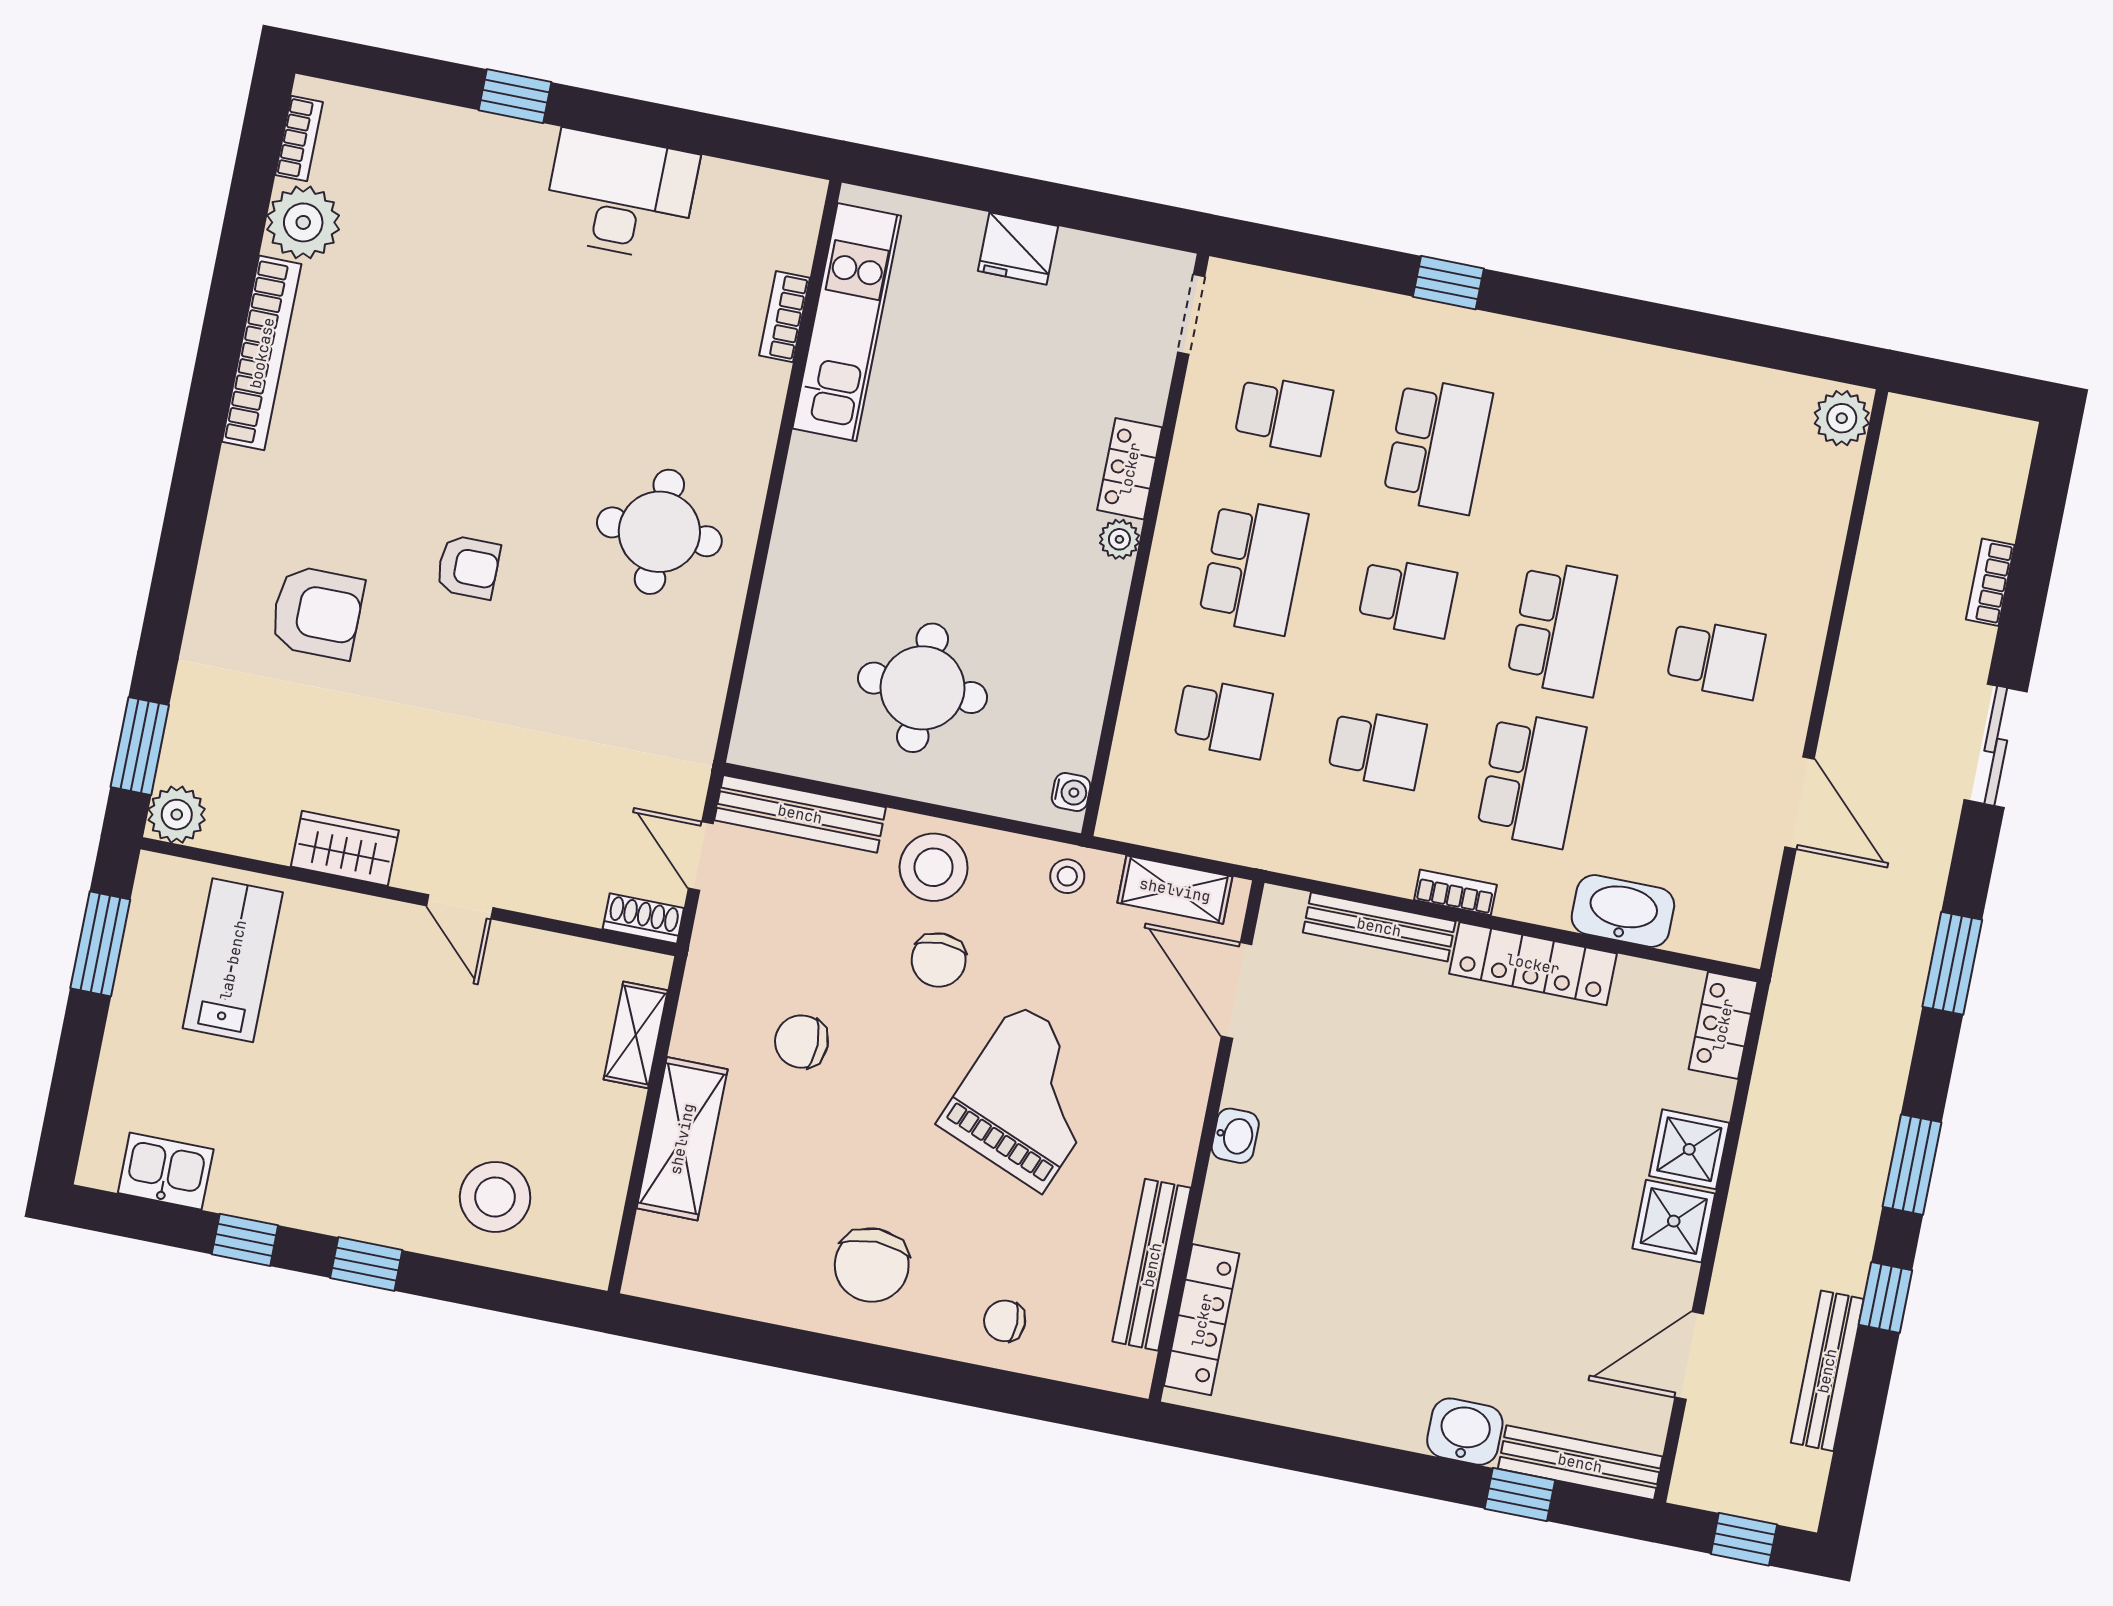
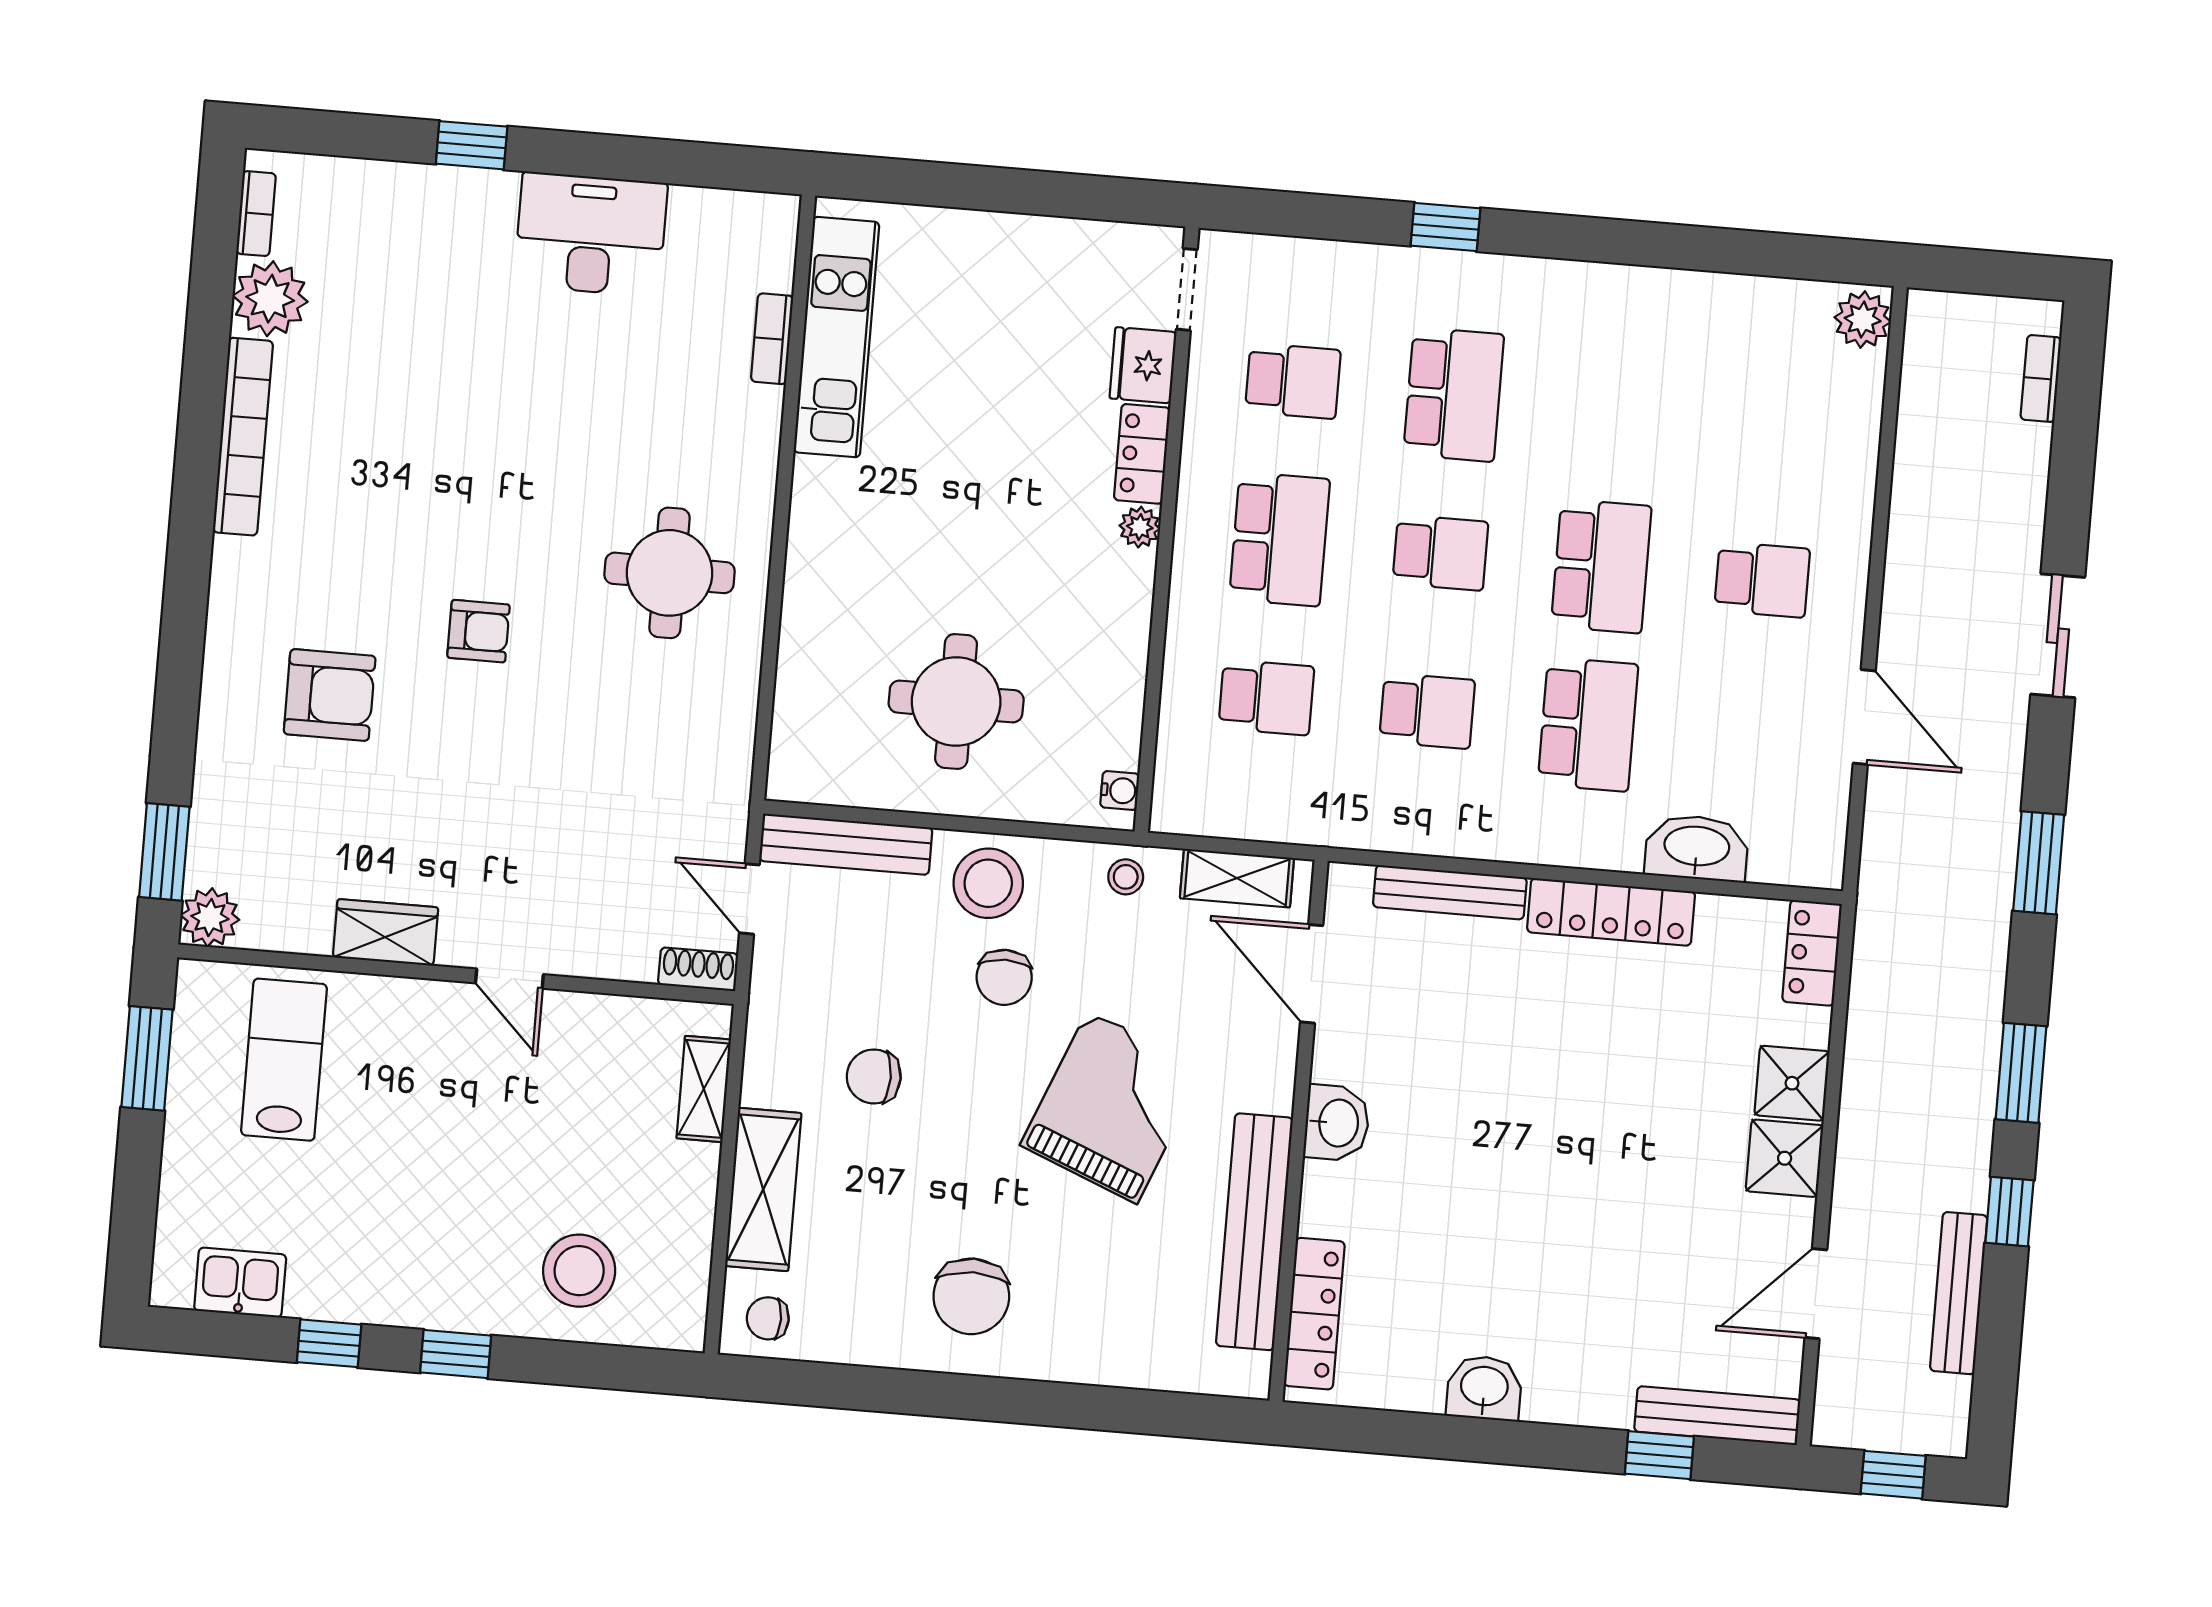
fridge: (1018, 249) -> (1143, 365), moved, turned 90
bookcase: (1990, 582) -> (2041, 379), moved
bookcase: (1455, 892) -> (1524, 848), removed
washbasin: (1235, 1136) -> (1337, 1123), width x1.38, depth x1.45
bench: (1152, 1265) -> (1254, 1232), width x1.37, depth x1.21
chair: (1005, 1321) -> (768, 1318), moved
washbasin: (1465, 1432) -> (1484, 1388), moved

